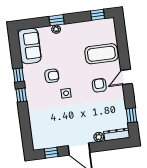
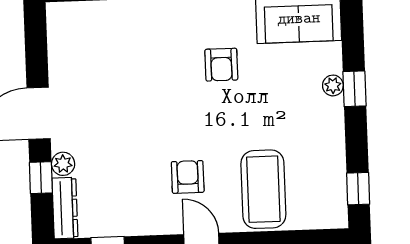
armchair: (99, 85) -> (188, 177), turned -90
side table: (66, 93) -> (176, 95), removed
window: (51, 153) -> (41, 178), moved

